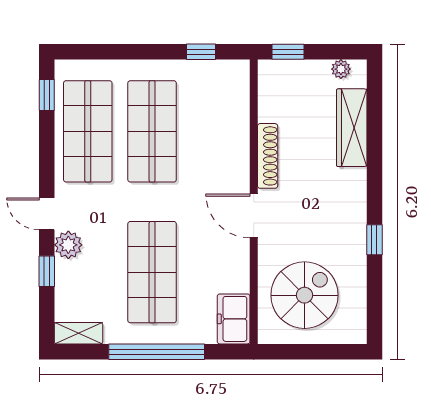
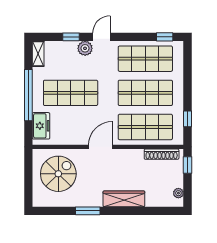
wardrobe: (352, 128) -> (124, 199), moved
shop shelf: (216, 131) -> (145, 127), added
shoe rack: (268, 156) -> (162, 154), moved
window: (374, 240) -> (88, 211), width x1.50
spiral stairs: (304, 295) -> (58, 174), turned -90
freezer: (234, 319) -> (41, 126), moved, turned 90

